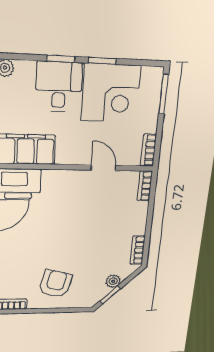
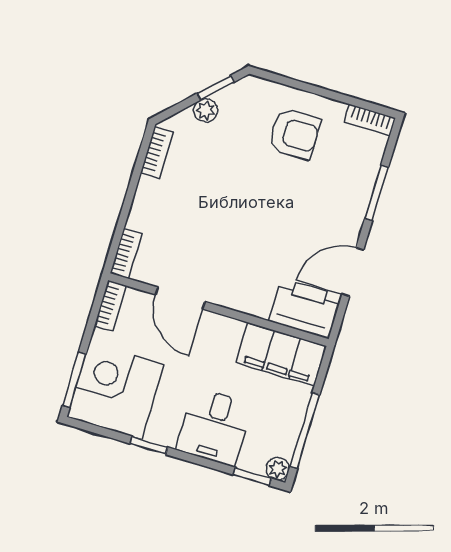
window: (61, 59) -> (252, 477), moved
corner desk: (111, 93) -> (115, 391), moved
door: (103, 168) -> (180, 298), width x1.37
armchair: (56, 284) -> (294, 134), turned -104

